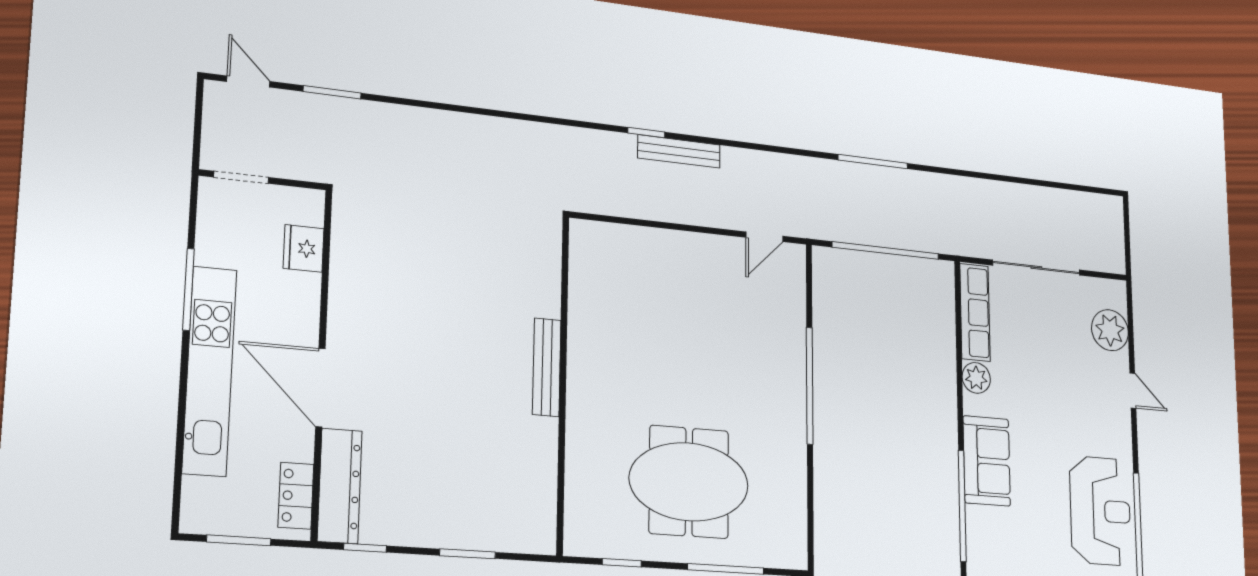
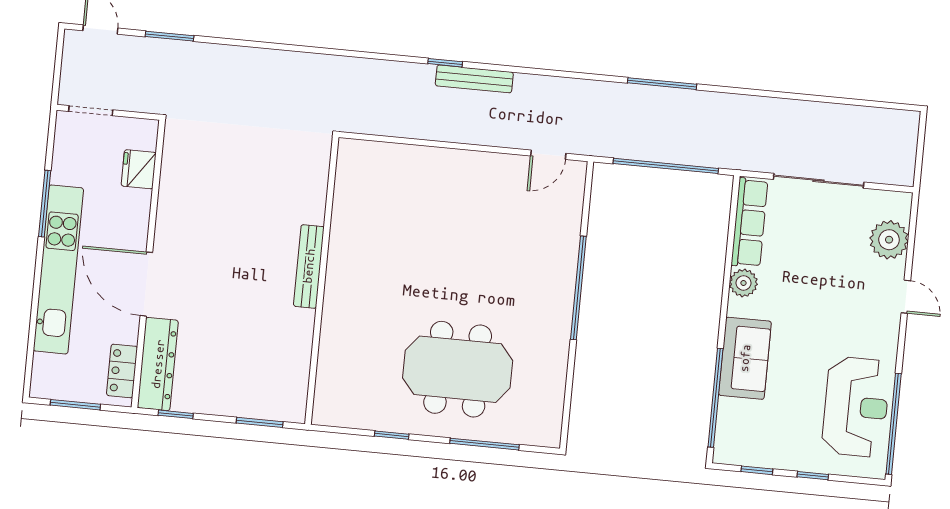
bench: (547, 367) -> (309, 266), moved
wall: (563, 384) -> (322, 281), moved

